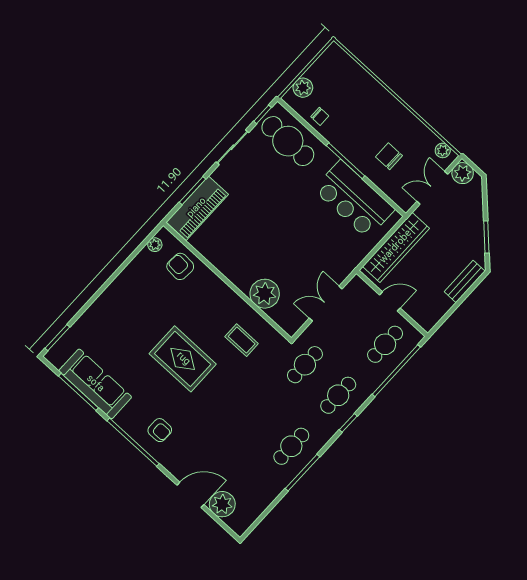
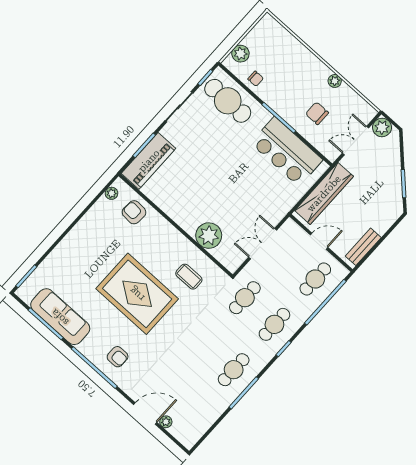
plant: (443, 150) -> (335, 81), moved
bench: (465, 281) -> (363, 247), moved
rug: (183, 359) -> (137, 294), width x1.37, depth x1.44
plant: (222, 504) -> (166, 422), width x0.53, depth x0.53

